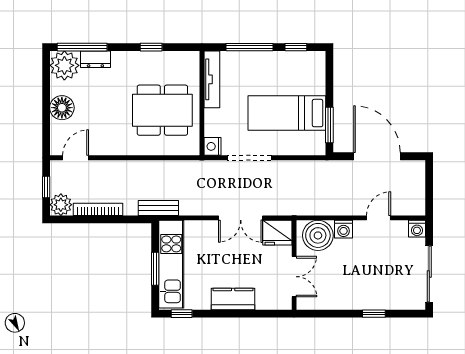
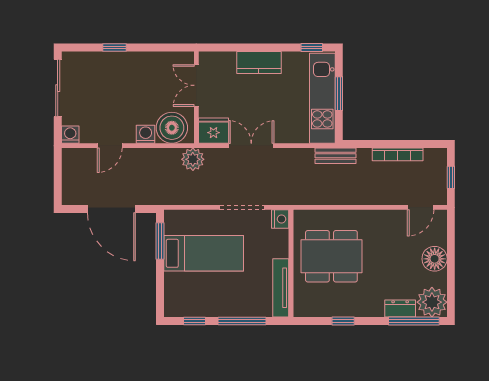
plant: (61, 205) -> (193, 159), moved

